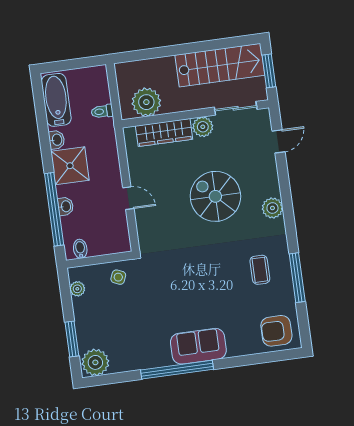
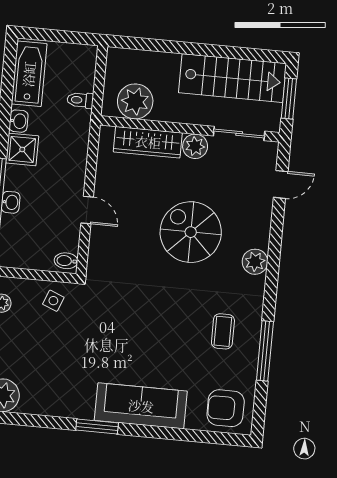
shower: (70, 166) -> (22, 149), width x0.73, depth x0.73
bidet: (80, 249) -> (66, 261), moved, turned -90
sofa: (198, 346) -> (141, 406), width x1.36
window: (177, 370) -> (97, 426), width x0.47

